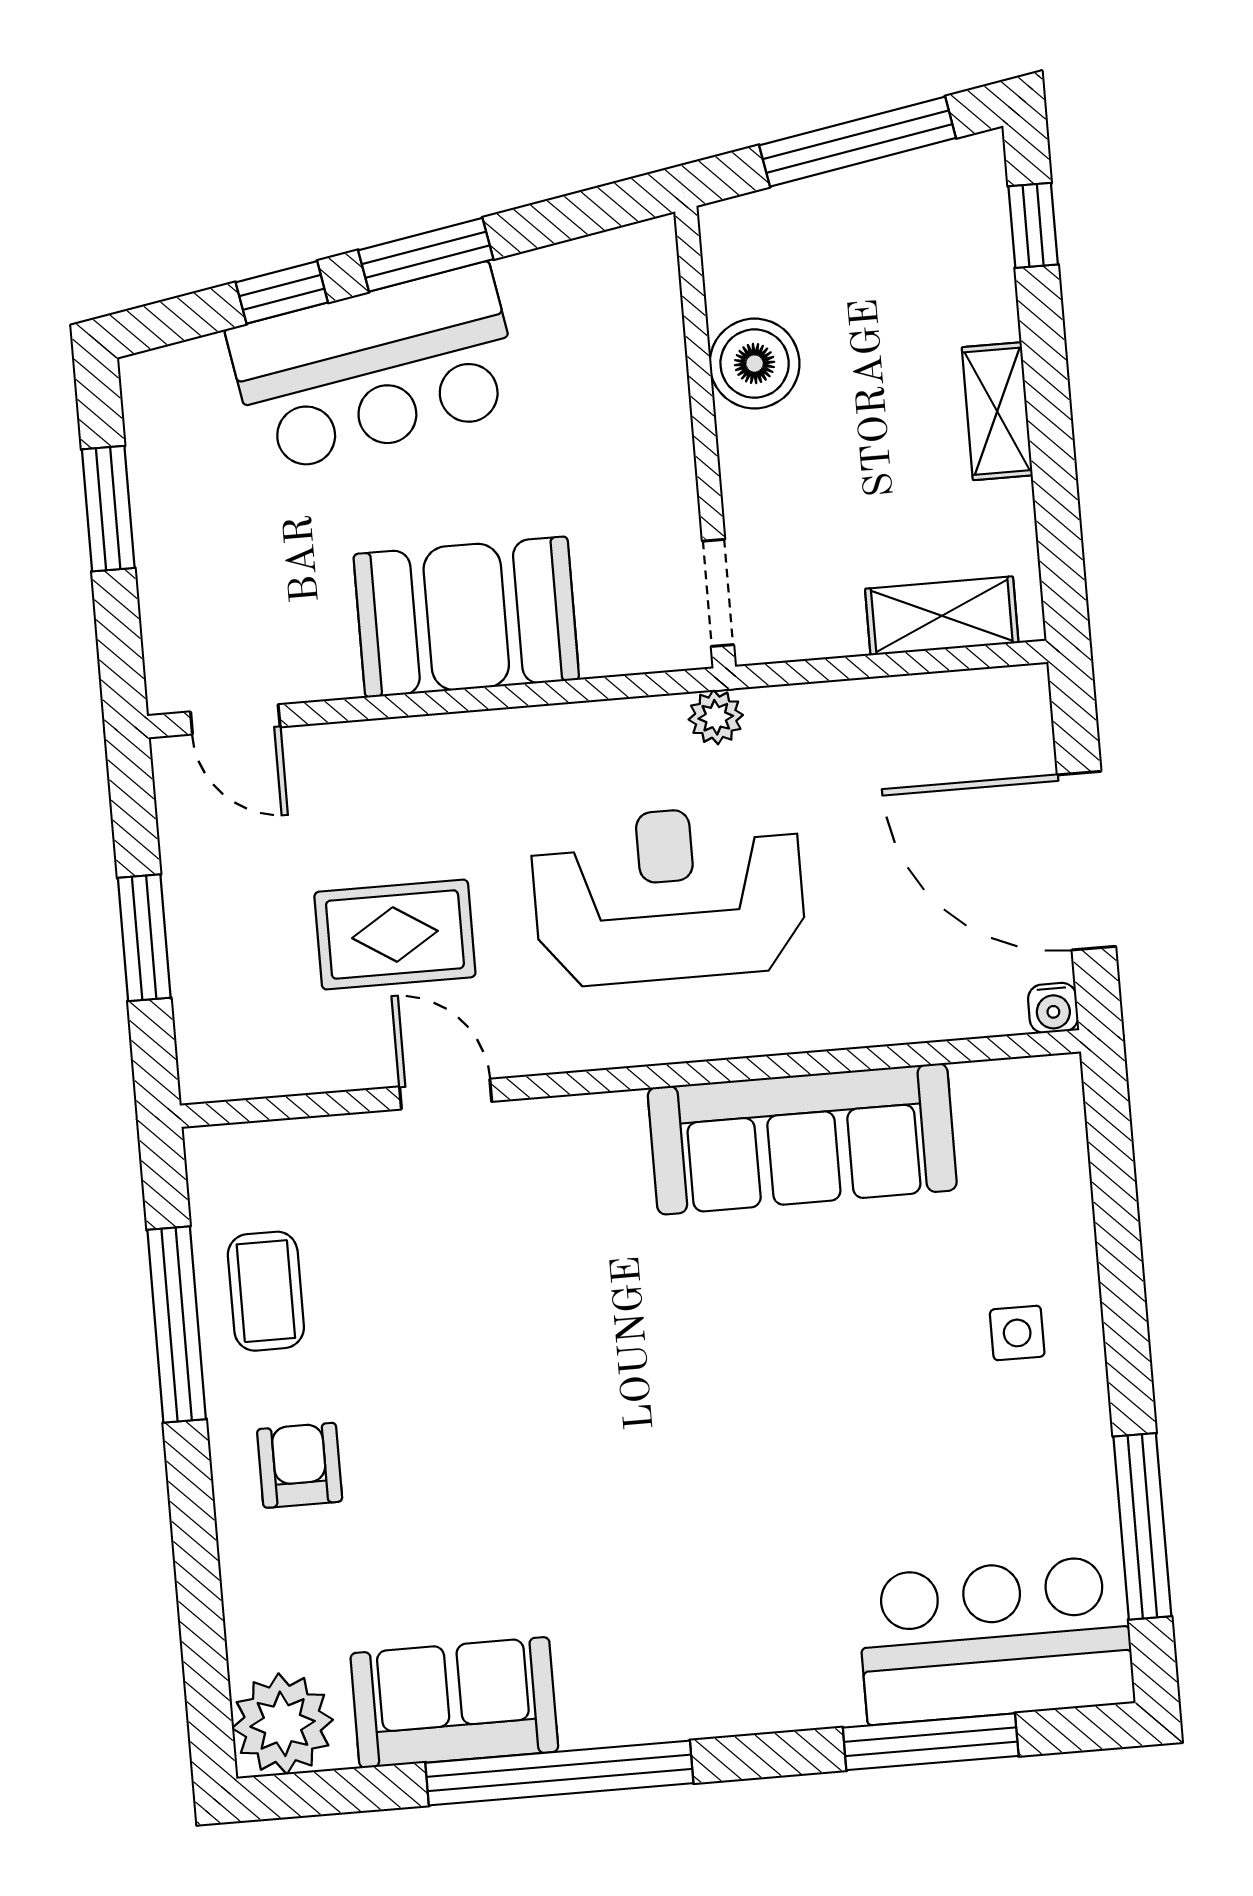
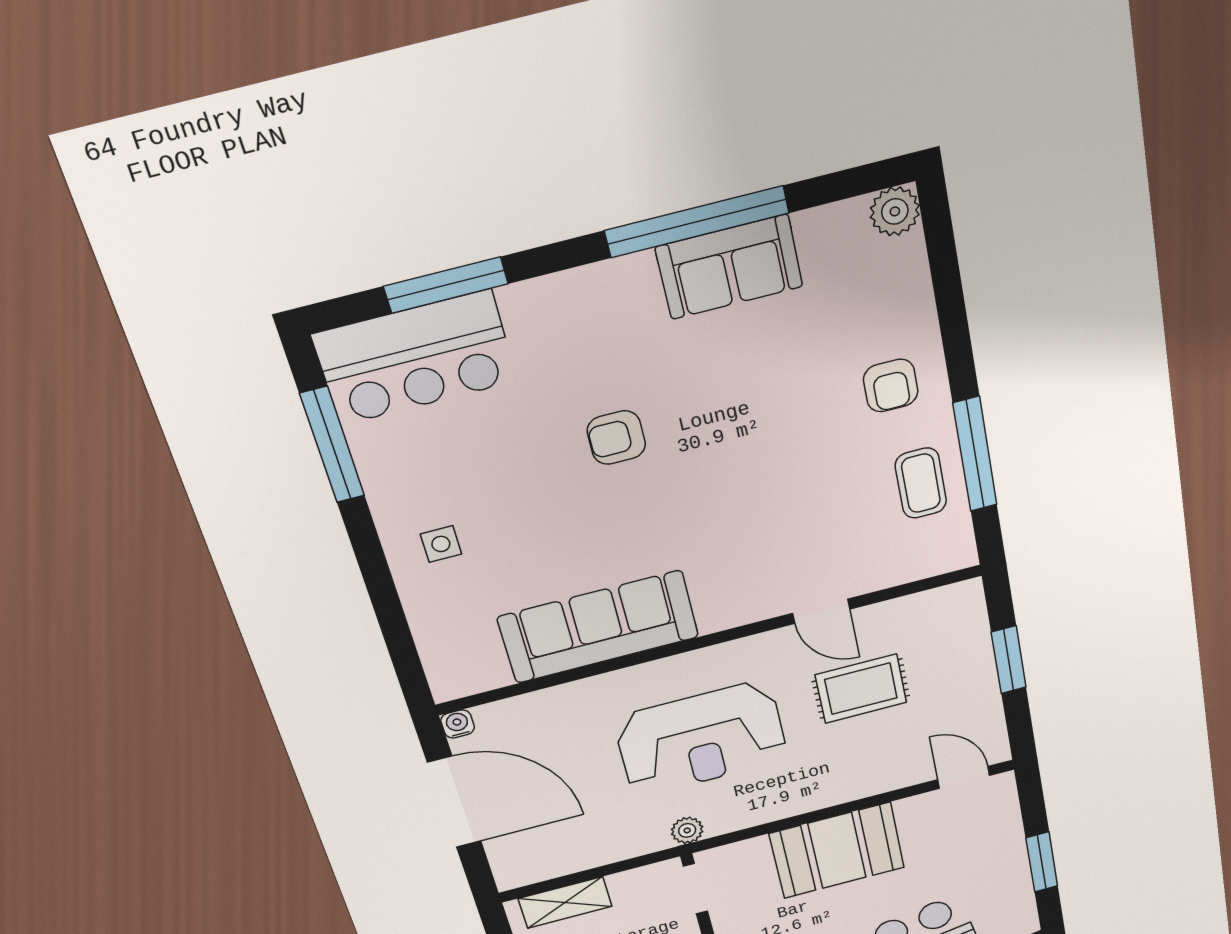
armchair: (725, 1459) -> (616, 438), added
sofa: (454, 1702) -> (729, 267), moved
plant: (283, 1724) -> (895, 211), width x0.73, depth x0.73

